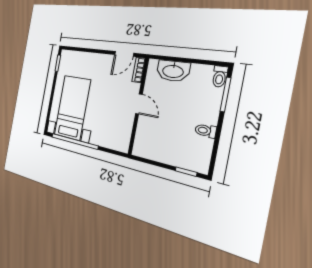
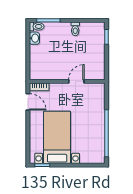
washbasin: (173, 71) -> (34, 38), moved, width x0.52, depth x0.69
door: (139, 104) -> (76, 81), moved
bed with nightstands: (72, 108) -> (57, 137), moved, turned 90

